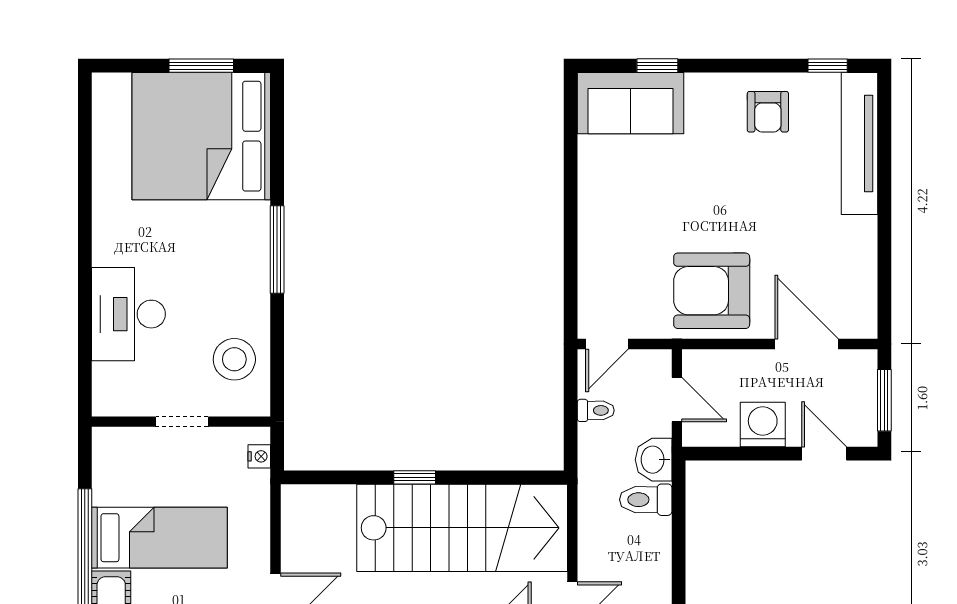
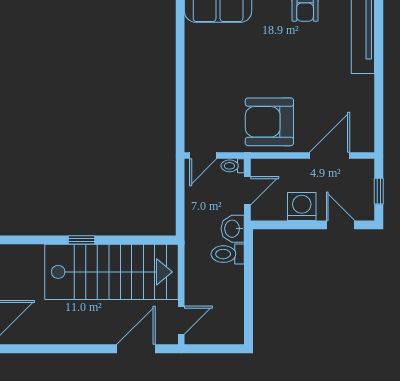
door: (807, 344) -> (330, 156), hinge flipped
door: (677, 400) -> (247, 191), hinge flipped
window: (884, 400) -> (379, 191), width x0.67
toilet: (596, 410) -> (233, 166), moved, turned 180

